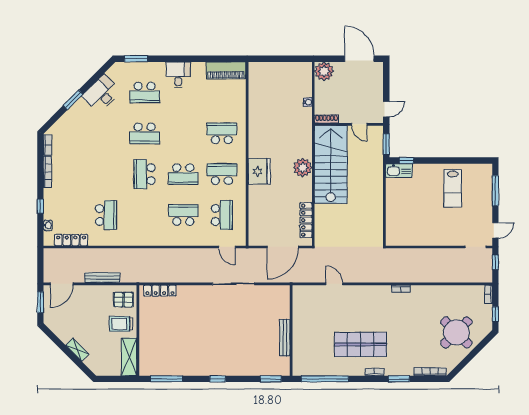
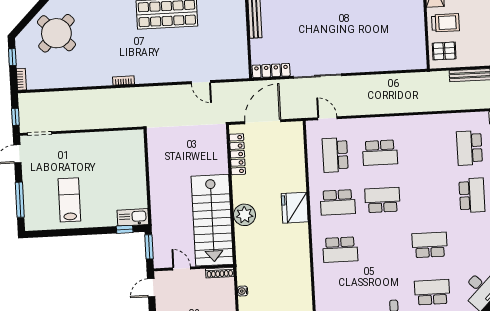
school desk: (145, 174) -> (472, 195), moved
locker: (160, 291) -> (271, 71), moved

